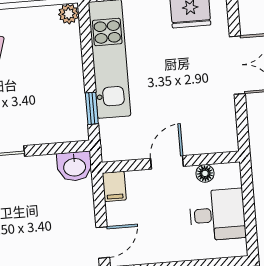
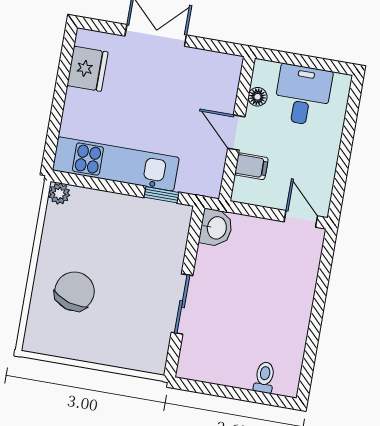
filing cabinet: (114, 186) -> (251, 166), moved

